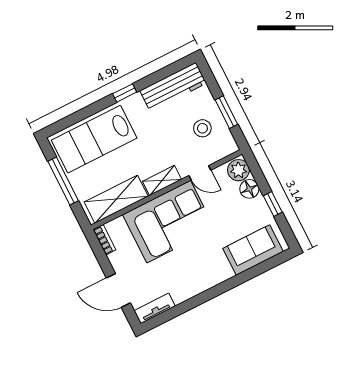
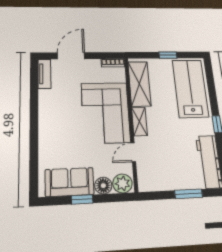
window: (226, 112) -> (189, 194), moved
stool: (202, 128) -> (168, 170), removed
window: (63, 181) -> (168, 55), width x0.46
sofa: (253, 250) -> (69, 182), moved, turned -90

